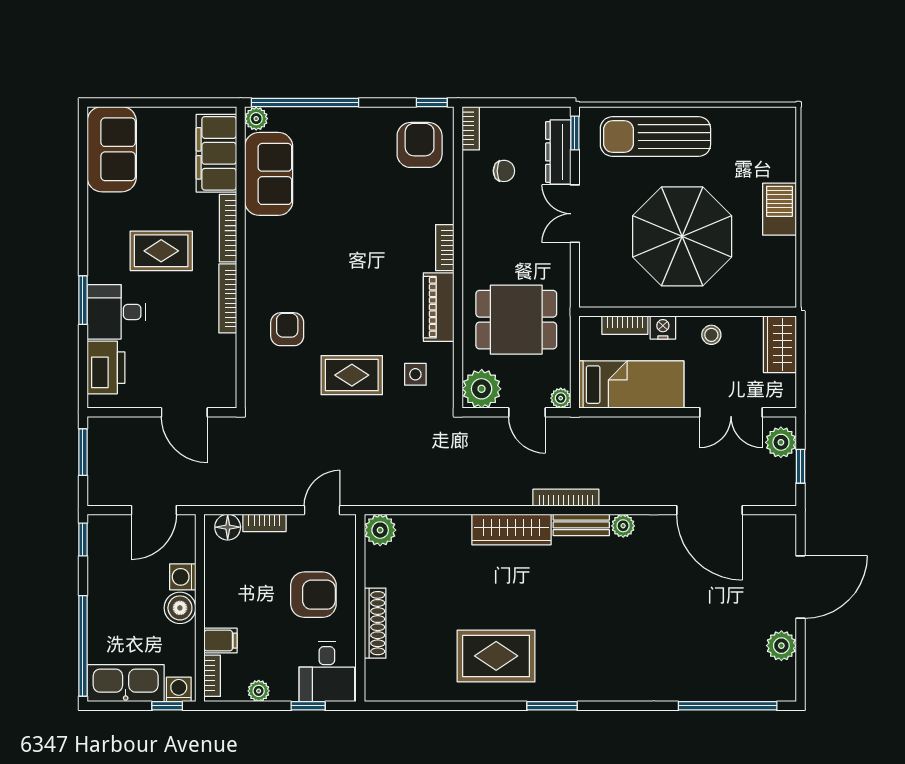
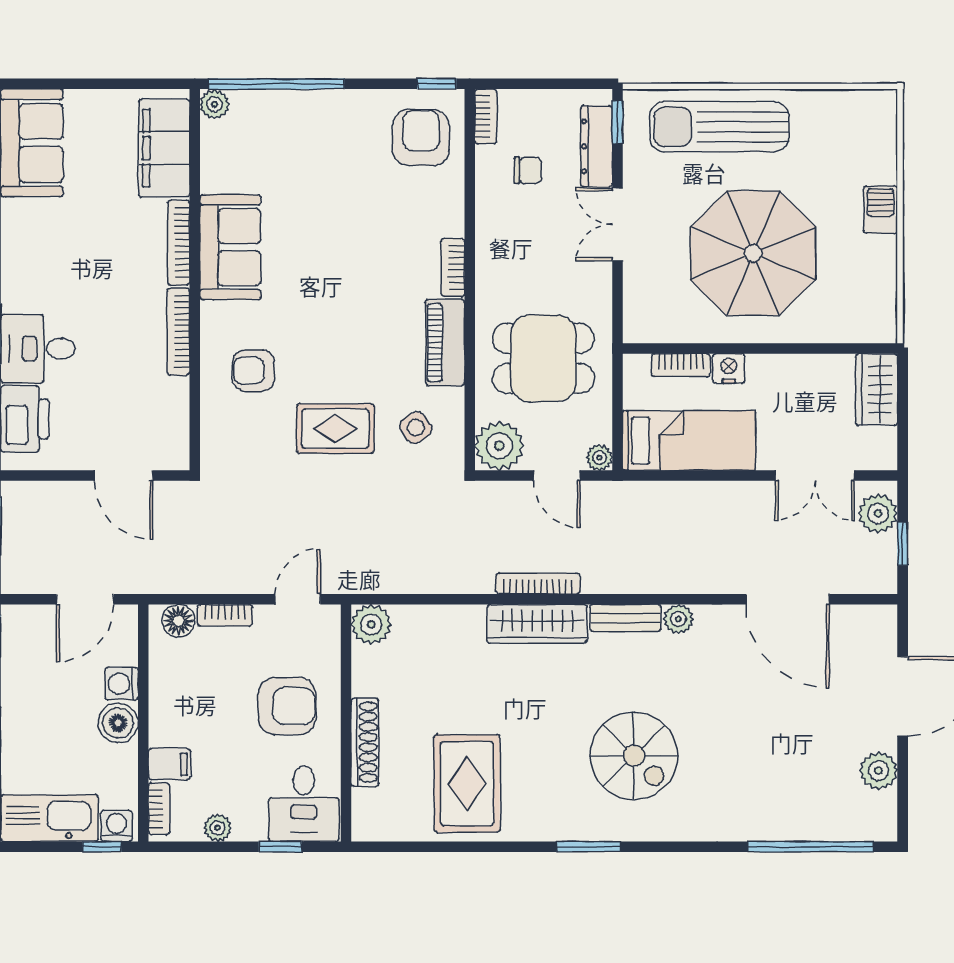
sofa: (269, 174) -> (230, 247), moved
barbecue: (779, 209) -> (881, 210), width x0.73, depth x0.79
rug: (161, 251) -> (94, 271), removed
armchair: (287, 329) -> (254, 371), turned -90
stool: (711, 335) -> (790, 378), removed
side table: (415, 374) -> (416, 428), turned -35
bookcase: (566, 498) -> (538, 583), moved
spiral stairs: (588, 634) -> (634, 756), added
rug: (496, 656) -> (467, 784), moved, turned 90

